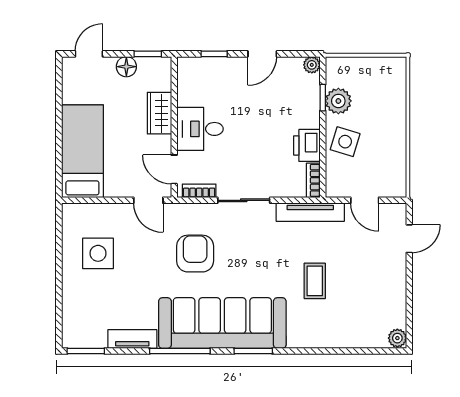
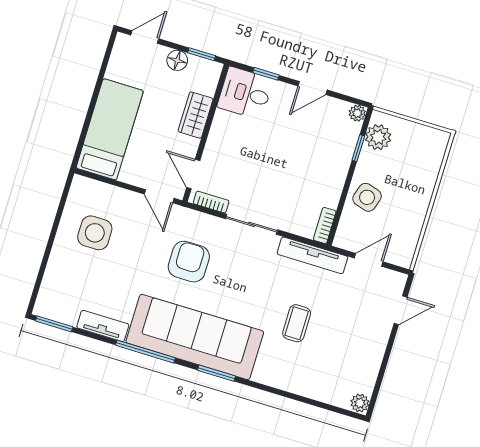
plant: (338, 101) -> (378, 137), moved
desk: (200, 129) -> (245, 93), moved
printer: (307, 145) -> (329, 190), removed
door: (365, 200) -> (369, 260), swing flipped

